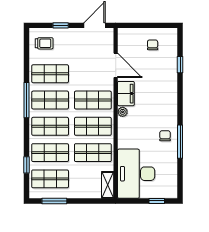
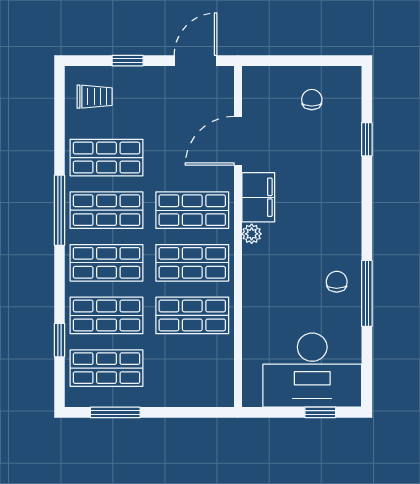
door: (116, 65) -> (238, 141), swing flipped
desk: (136, 174) -> (312, 370), moved, turned -90
shelving: (108, 185) -> (222, 380), removed

